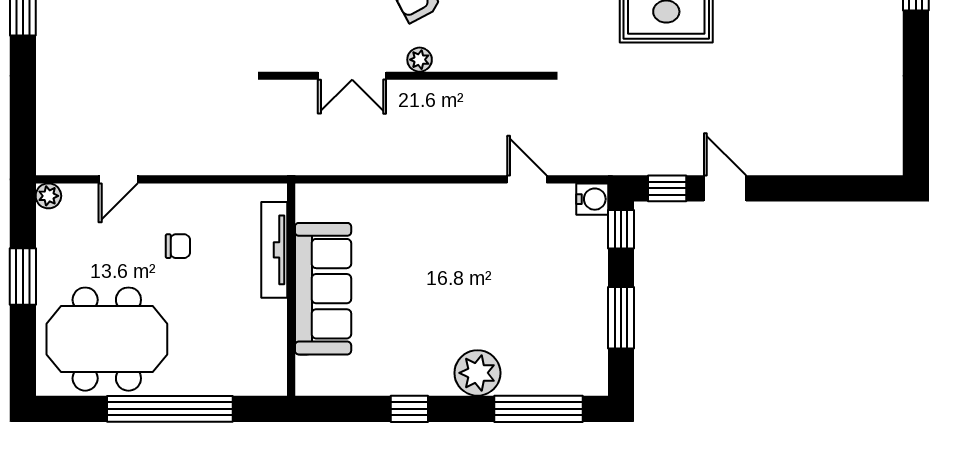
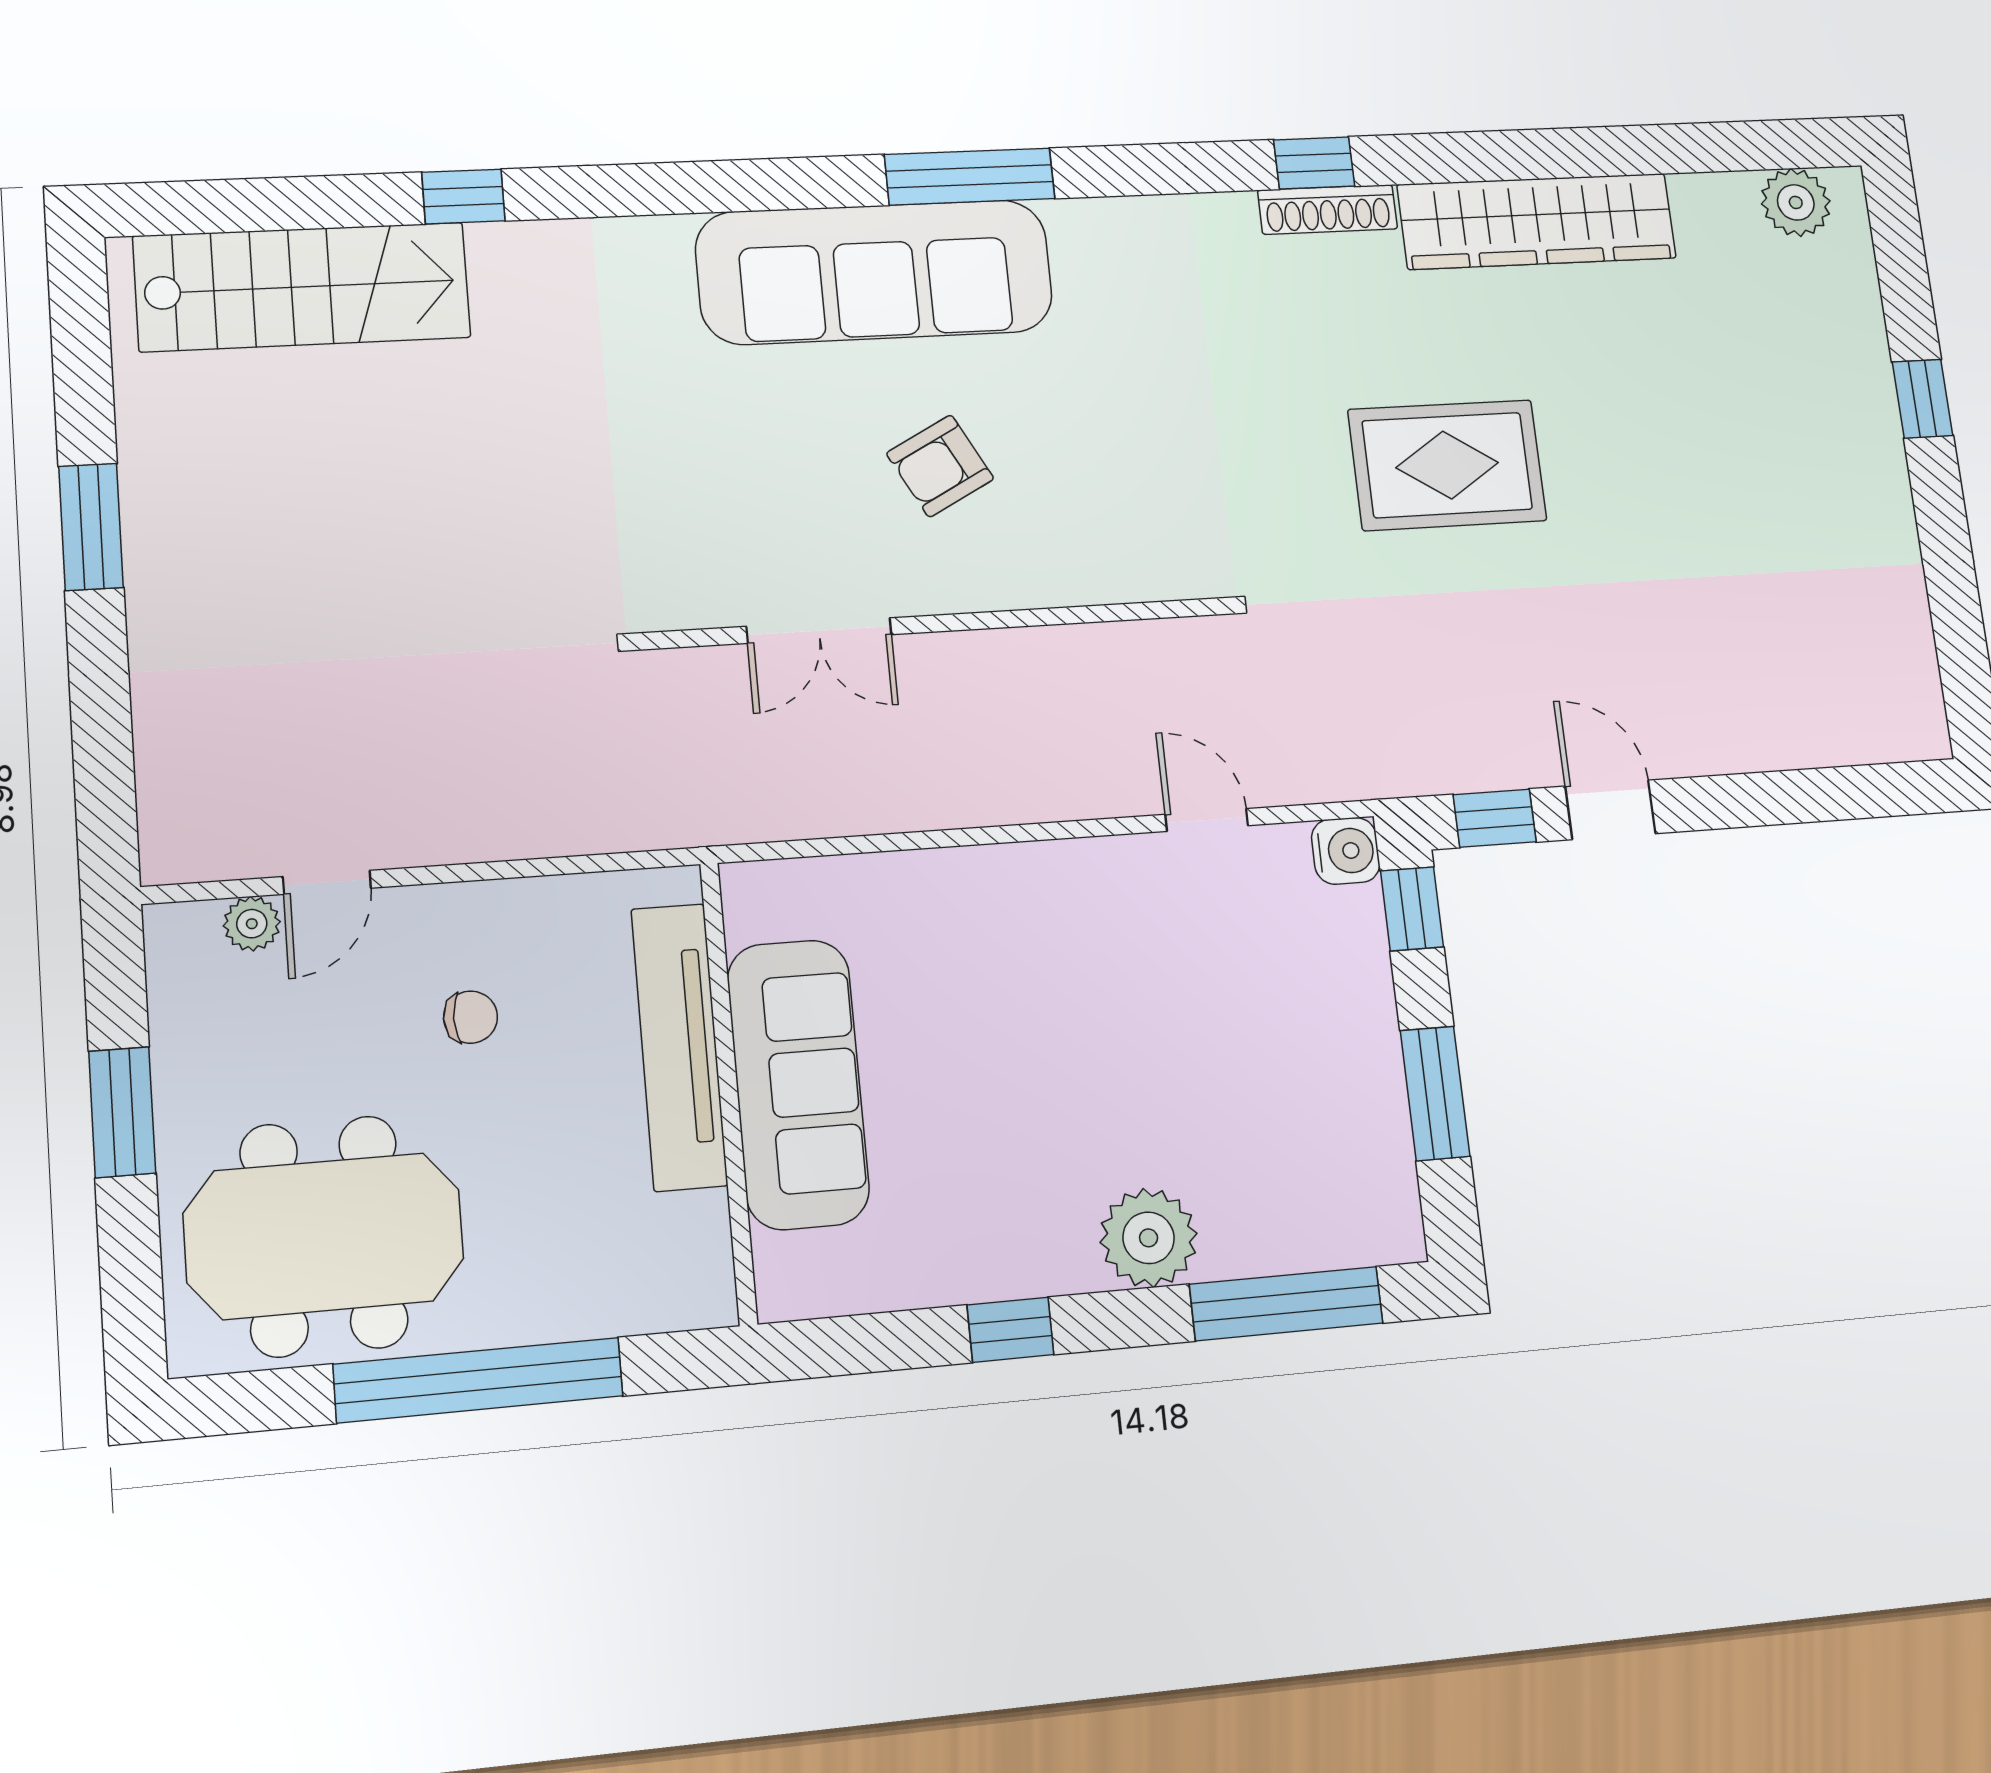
plant: (420, 60) -> (958, 589), removed
plant: (48, 196) -> (252, 924), moved
tv unit: (274, 250) -> (679, 1047), width x1.36, depth x1.29

